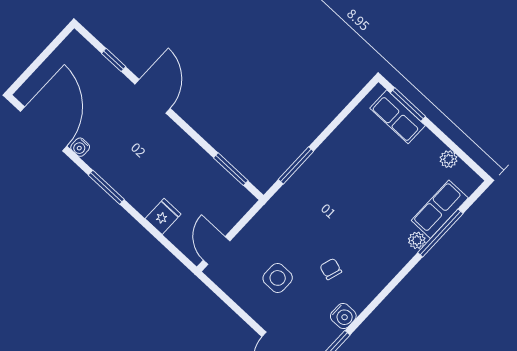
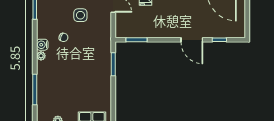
row of seats: (440, 209) -> (43, 98), removed
plant: (417, 240) -> (41, 56), moved
water cooler: (343, 316) -> (42, 45), moved

